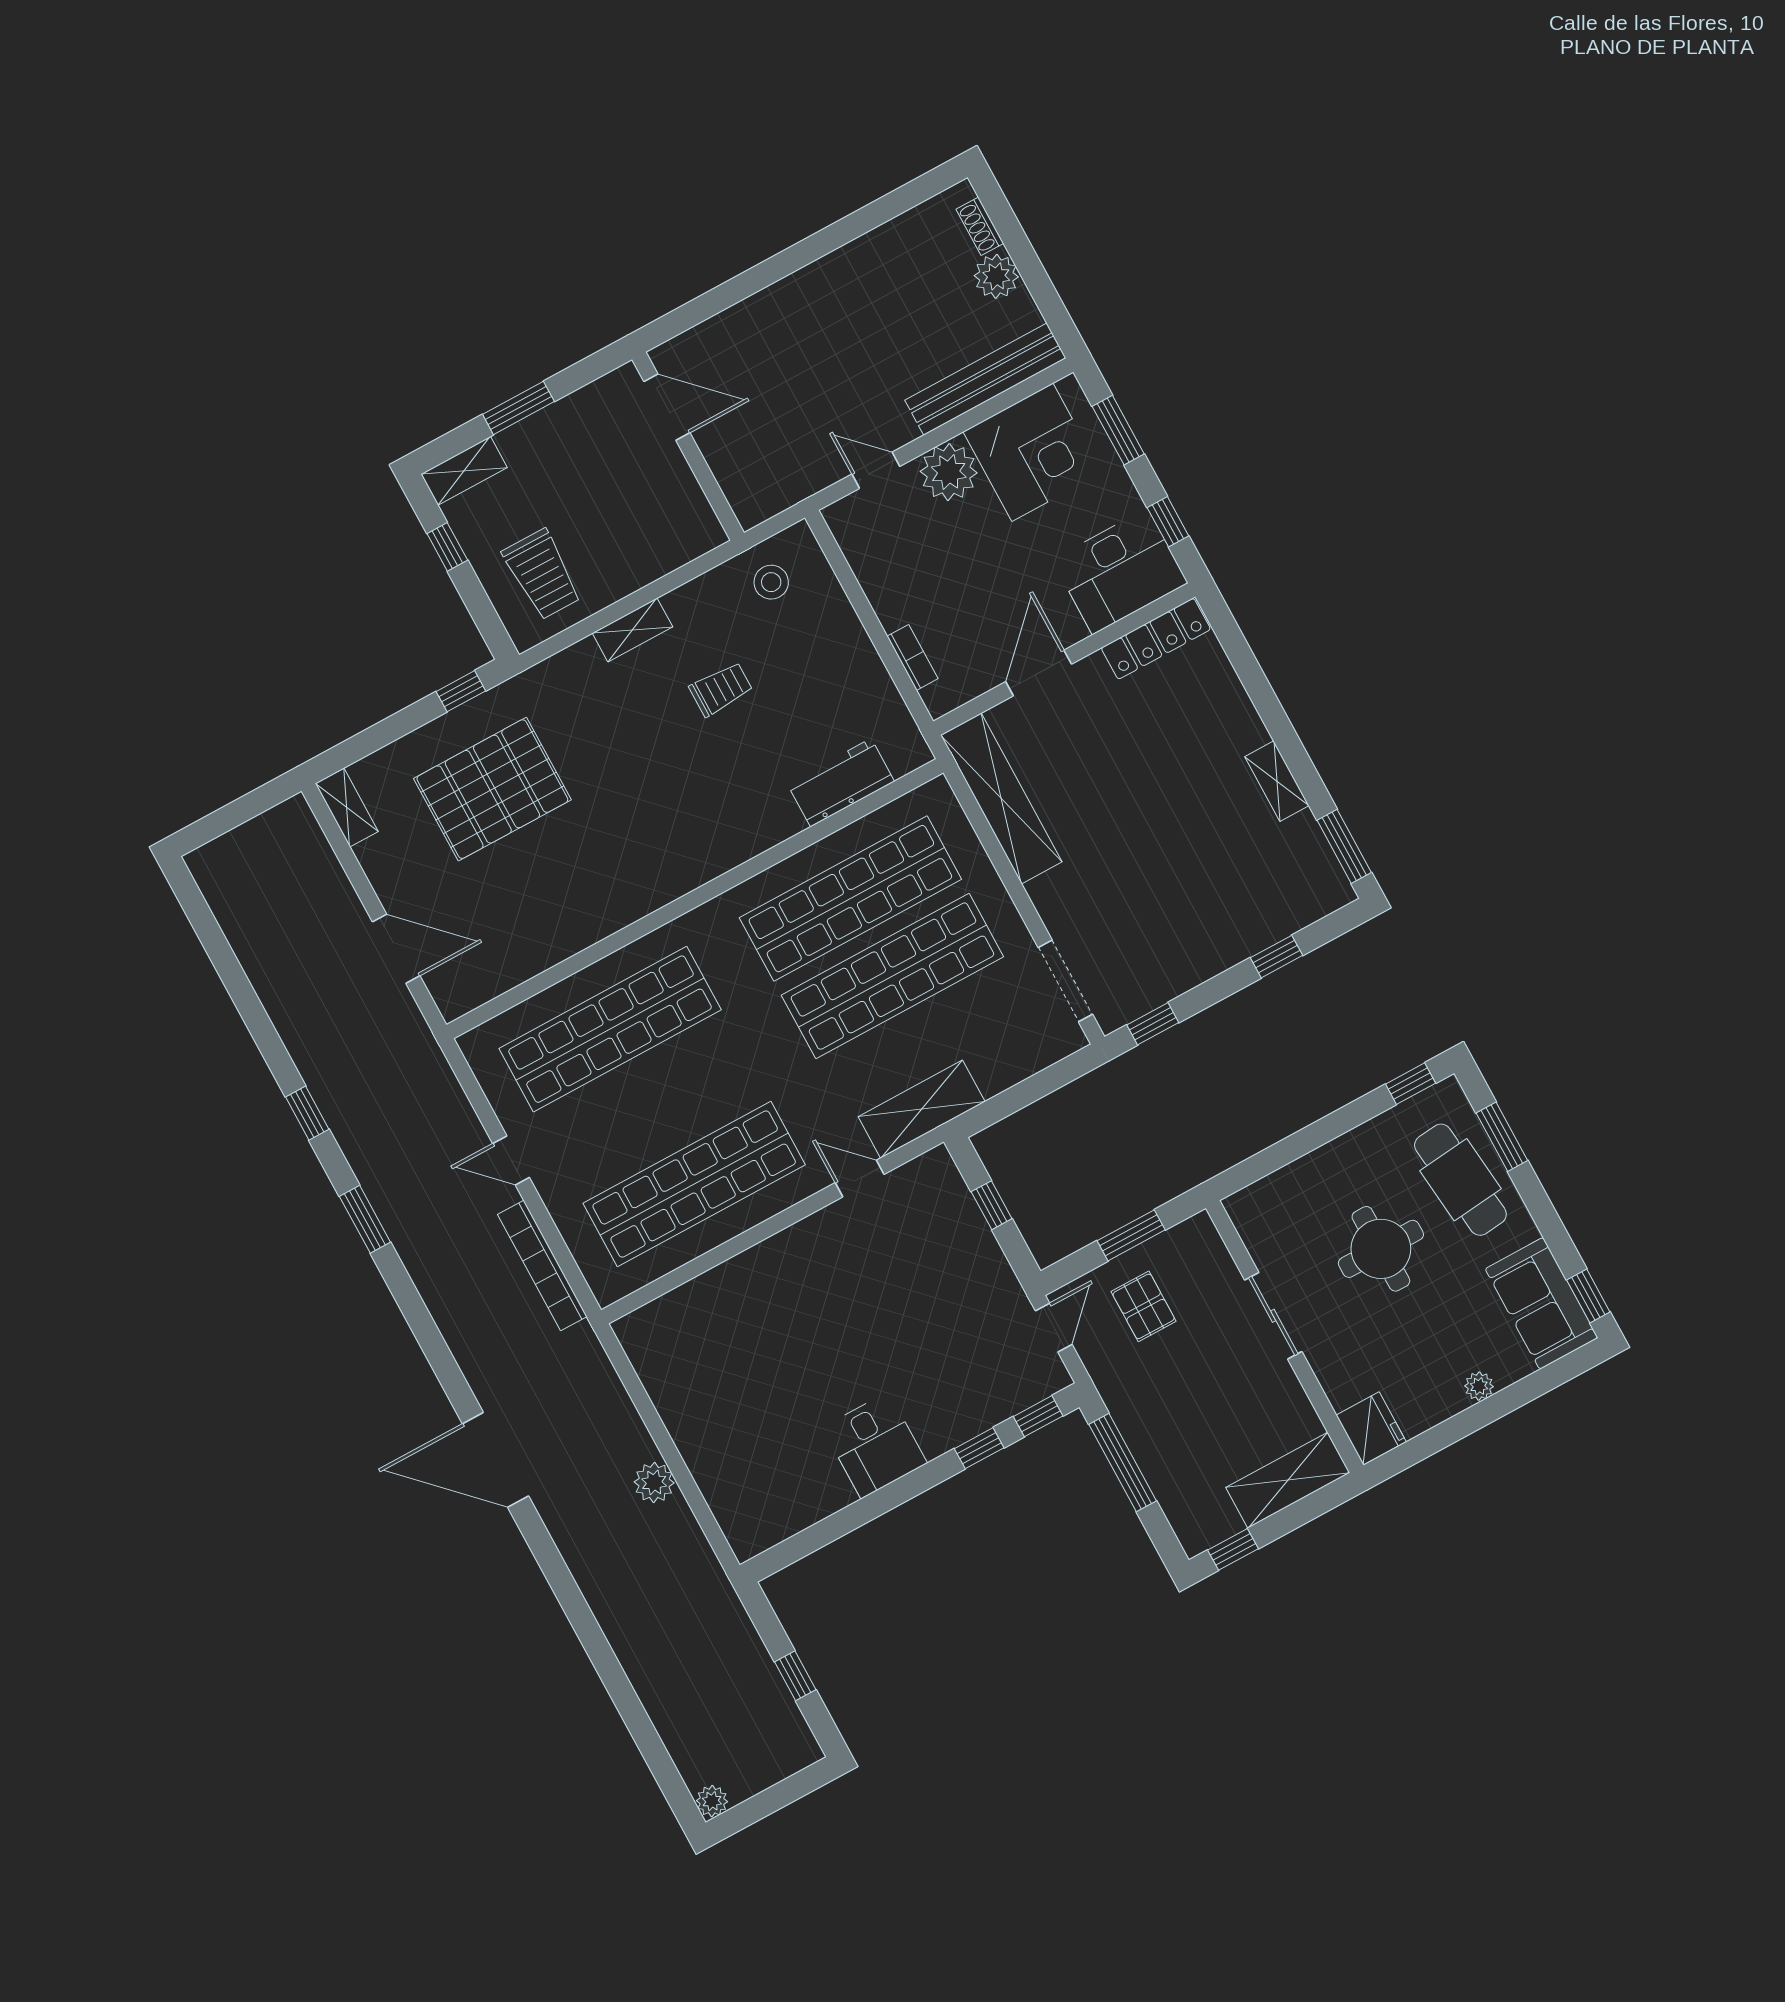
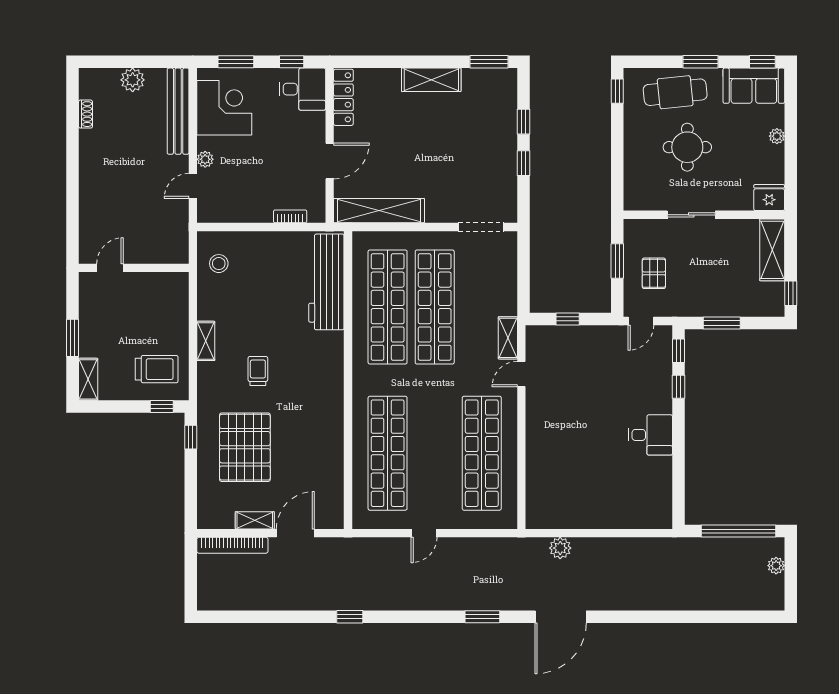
shoe rack: (980, 226) -> (85, 114), moved, turned -90
door: (667, 407) -> (110, 268), width x0.73
plant: (949, 472) -> (205, 159), width x0.53, depth x0.53
window: (447, 547) -> (162, 407), moved
desk: (1120, 571) -> (303, 89), width x0.73
door: (1039, 673) -> (330, 161), swing flipped
trolley: (721, 689) -> (258, 371), moved
shelving: (1277, 781) -> (431, 80), width x1.50, depth x1.33
workbench: (841, 783) -> (326, 282), width x1.88, depth x1.32
shelving: (347, 807) -> (255, 520), moved
window: (1153, 1024) -> (523, 163), moved
shelving: (922, 1109) -> (508, 338), width x0.67, depth x0.75
window: (1502, 1137) -> (701, 62), moved
window: (365, 1219) -> (482, 617), moved
bookcase: (542, 1265) -> (232, 545), moved
pallet: (1144, 1306) -> (654, 273), turned 90
door: (1054, 1328) -> (641, 321), swing flipped
window: (1123, 1463) -> (722, 323), width x0.69
plant: (654, 1482) -> (560, 548), moved
window: (795, 1676) -> (738, 531), width x3.17
plant: (712, 1801) -> (776, 566), moved

